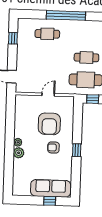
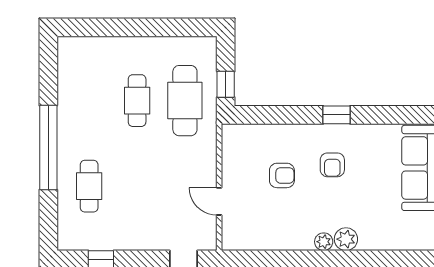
door: (48, 95) -> (219, 201), moved
armchair: (49, 124) -> (282, 175), width x0.53, depth x0.53

